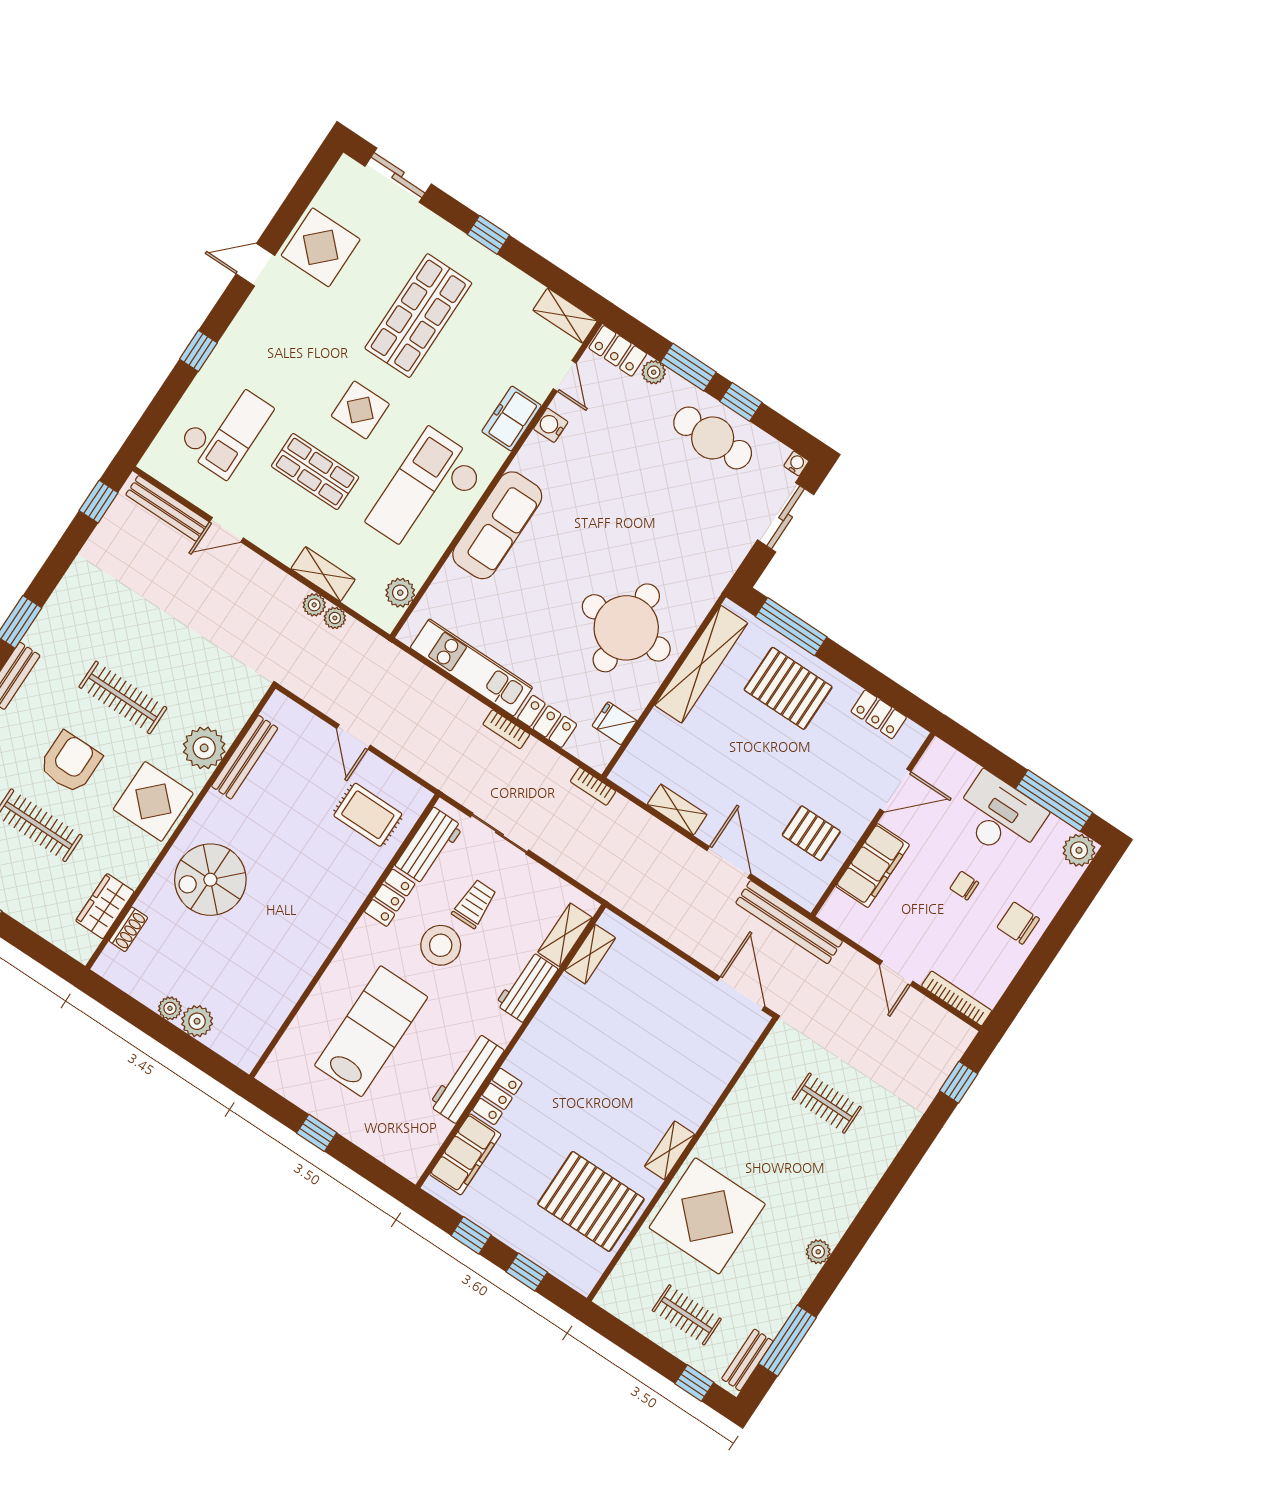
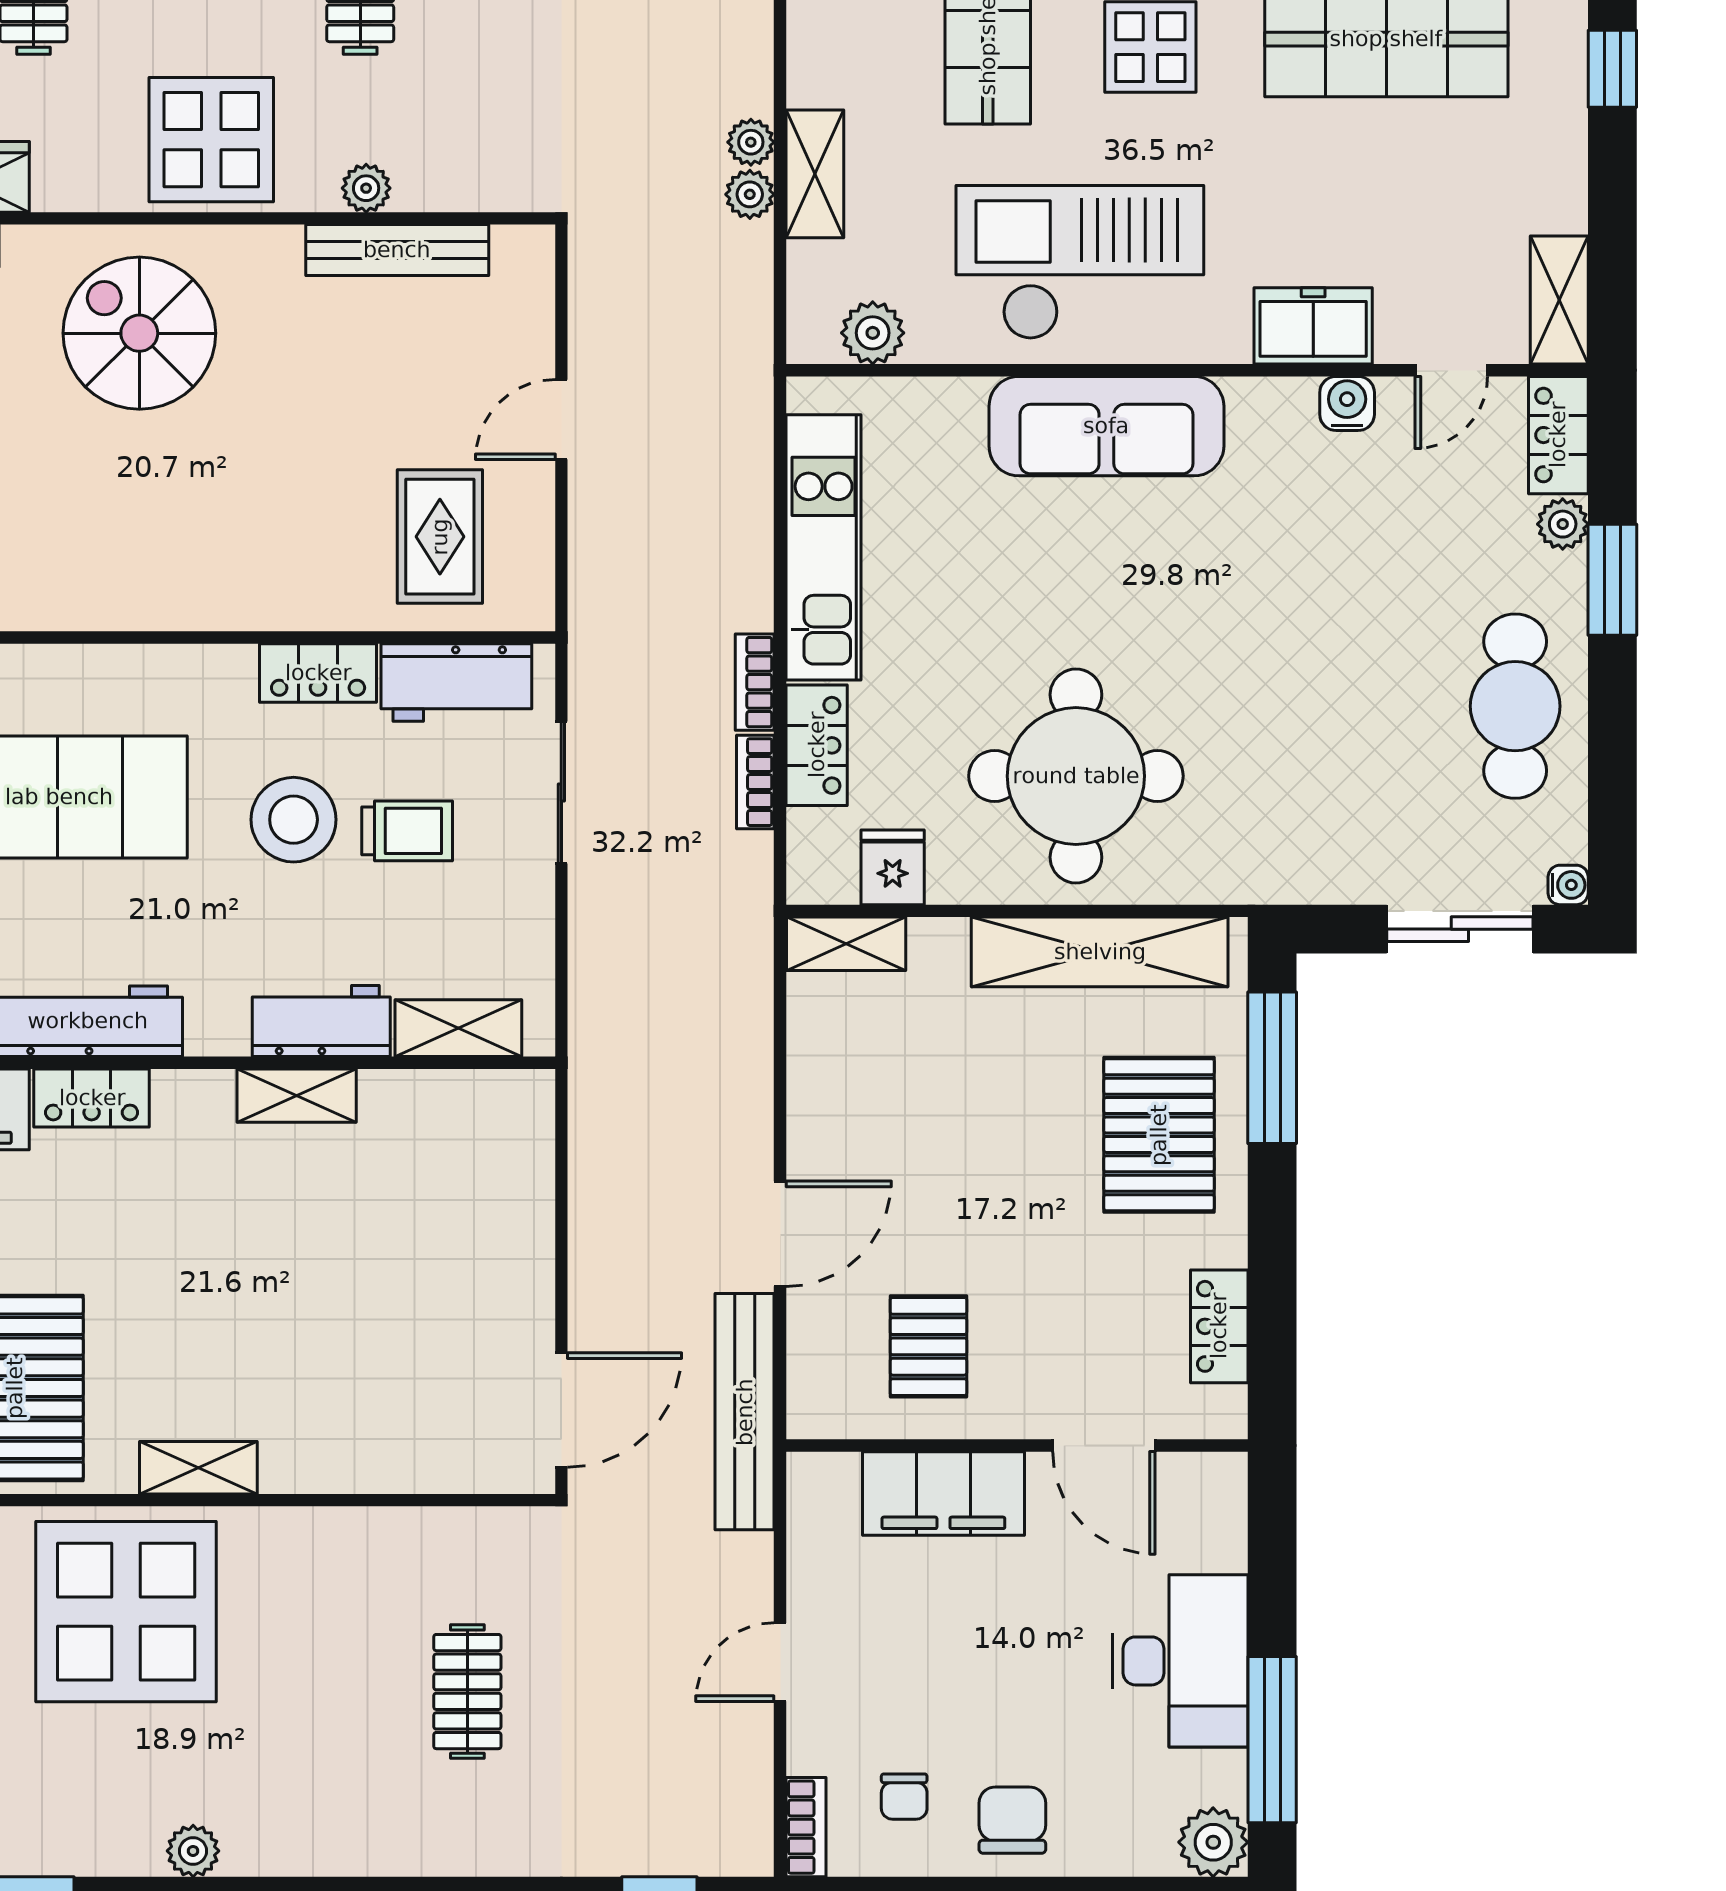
window: (741, 402) -> (1612, 714), removed
plant: (335, 618) -> (751, 142), moved
plant: (204, 748) -> (366, 188), width x0.53, depth x0.53
bookcase: (593, 786) -> (755, 782), moved
shelving: (677, 810) -> (846, 944), moved, turned 90
chair: (964, 886) -> (904, 1797), moved, turned 180
shelving: (590, 954) -> (297, 1096), moved
bookcase: (957, 998) -> (806, 1827), width x0.64

